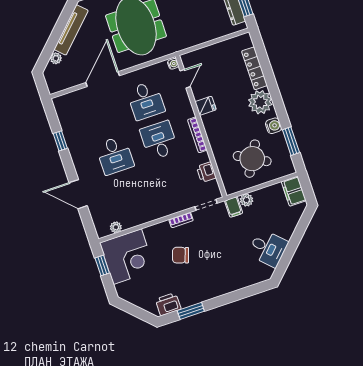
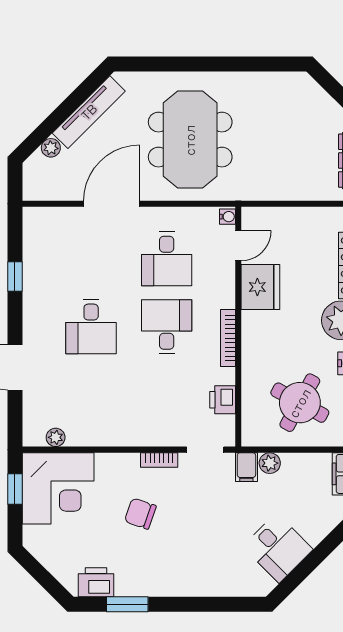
fridge: (205, 106) -> (260, 287), width x1.88, depth x1.34

